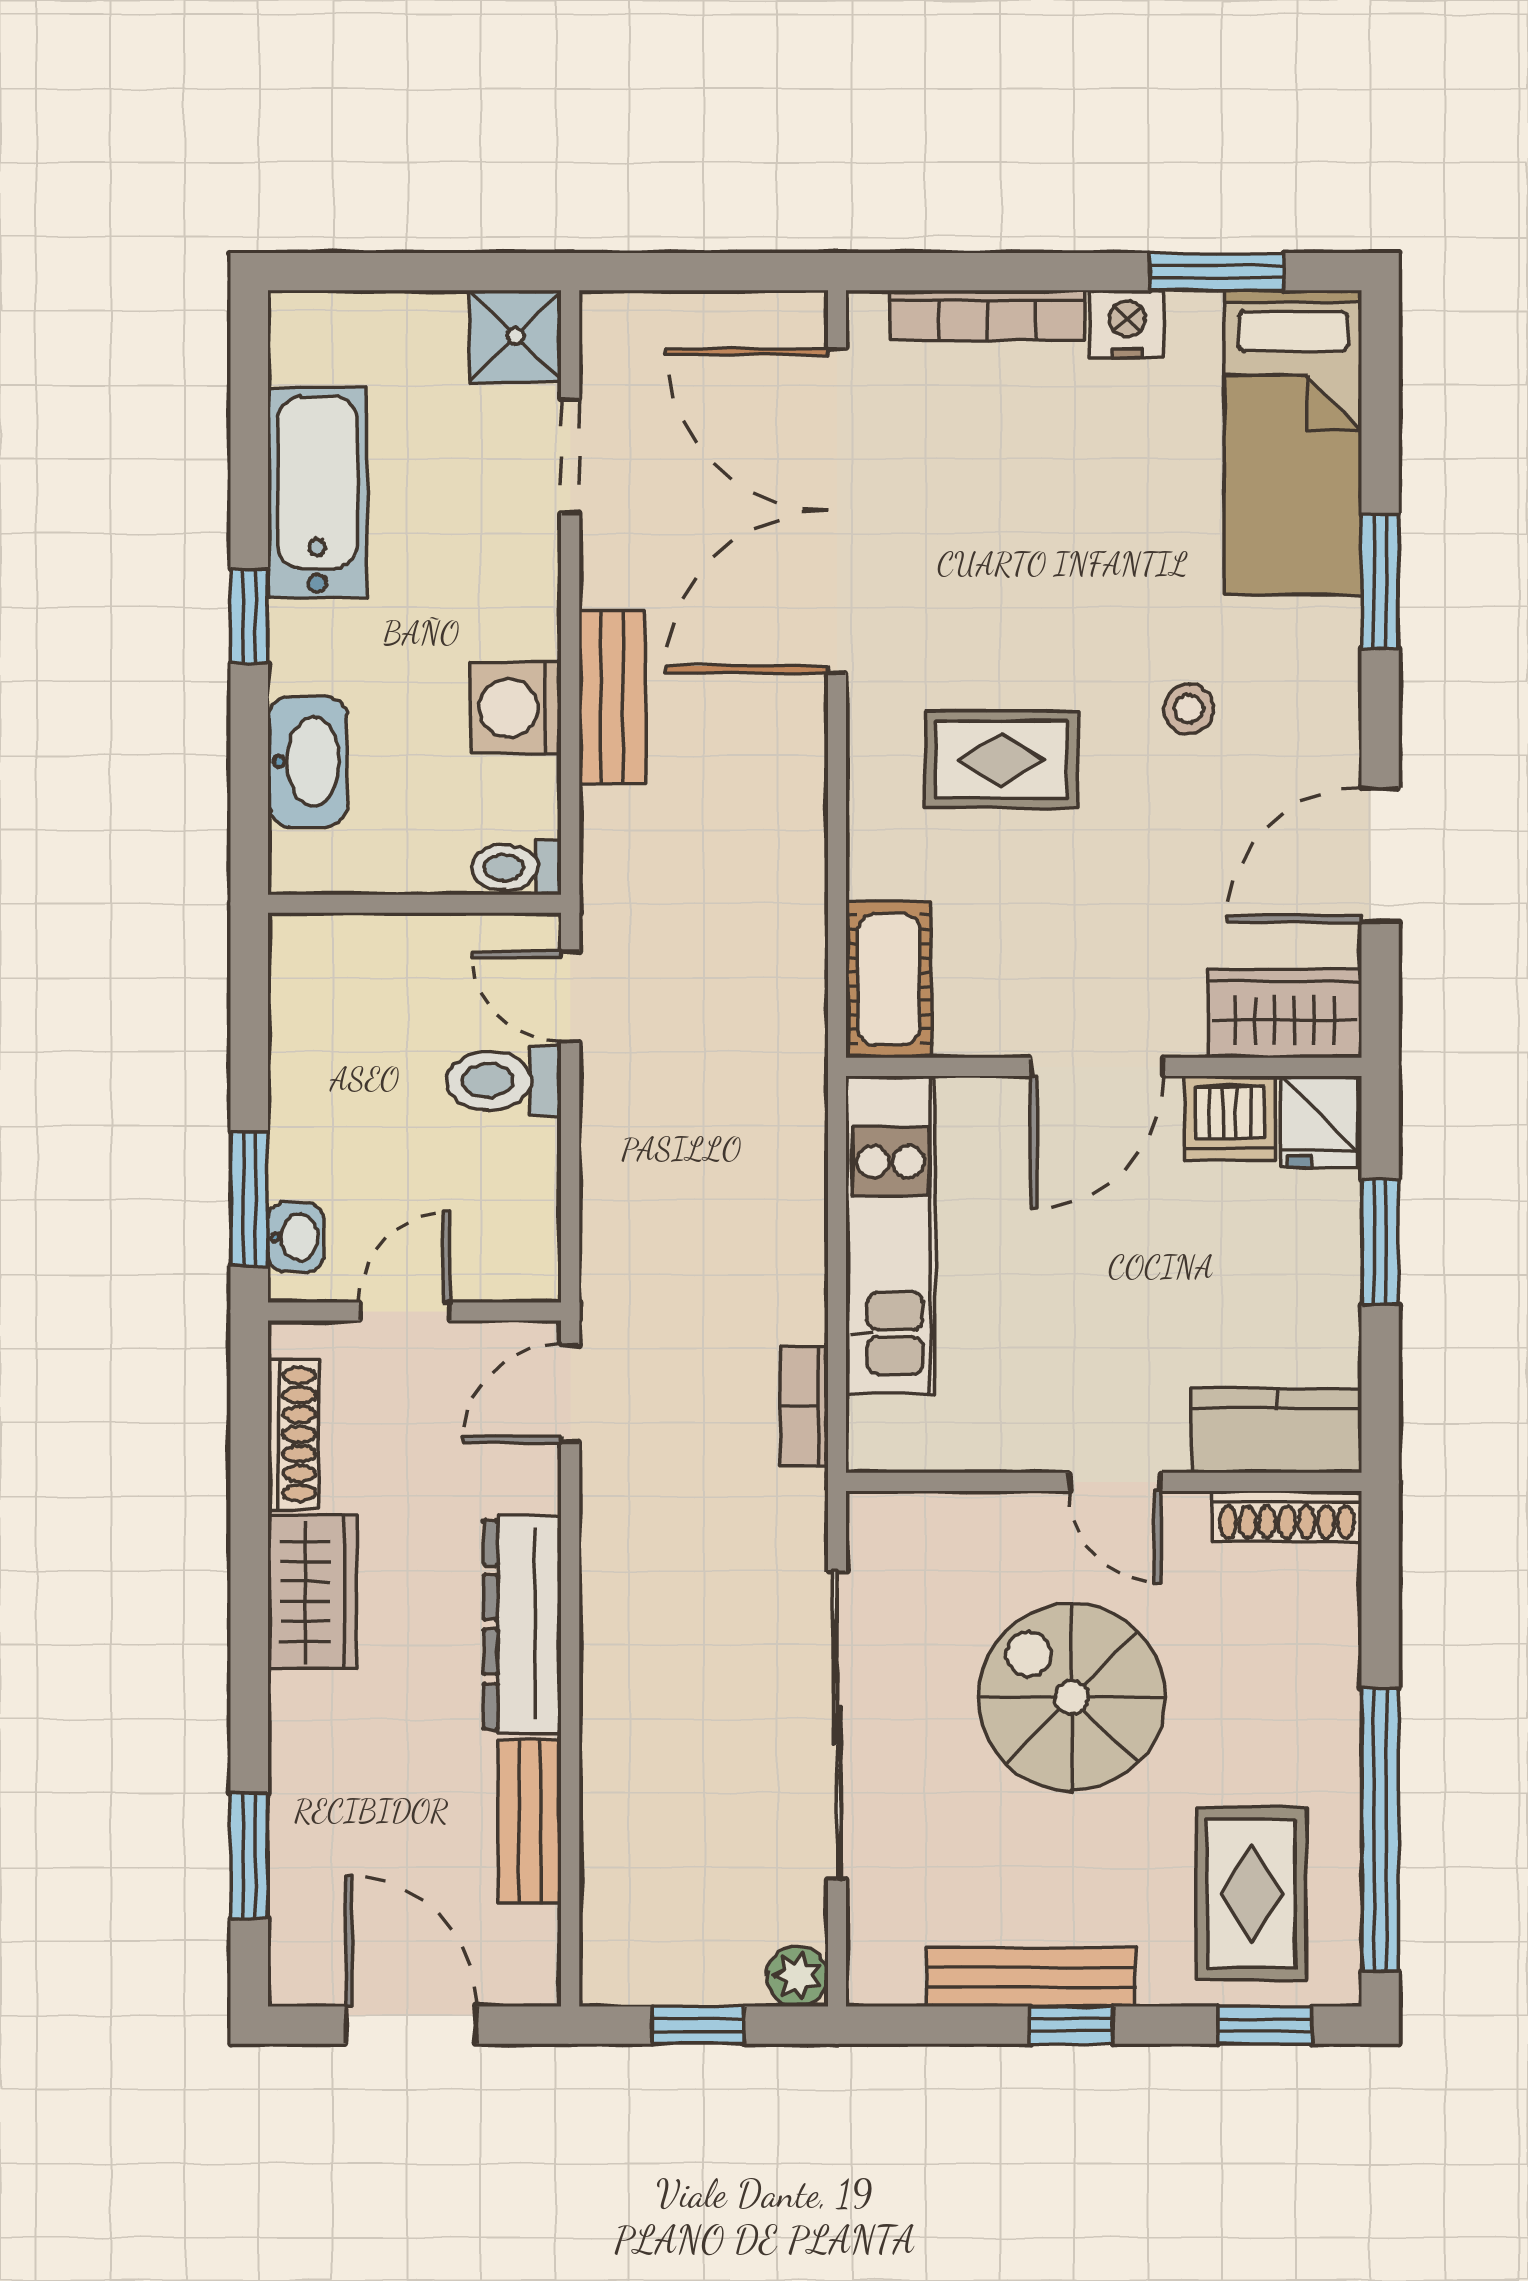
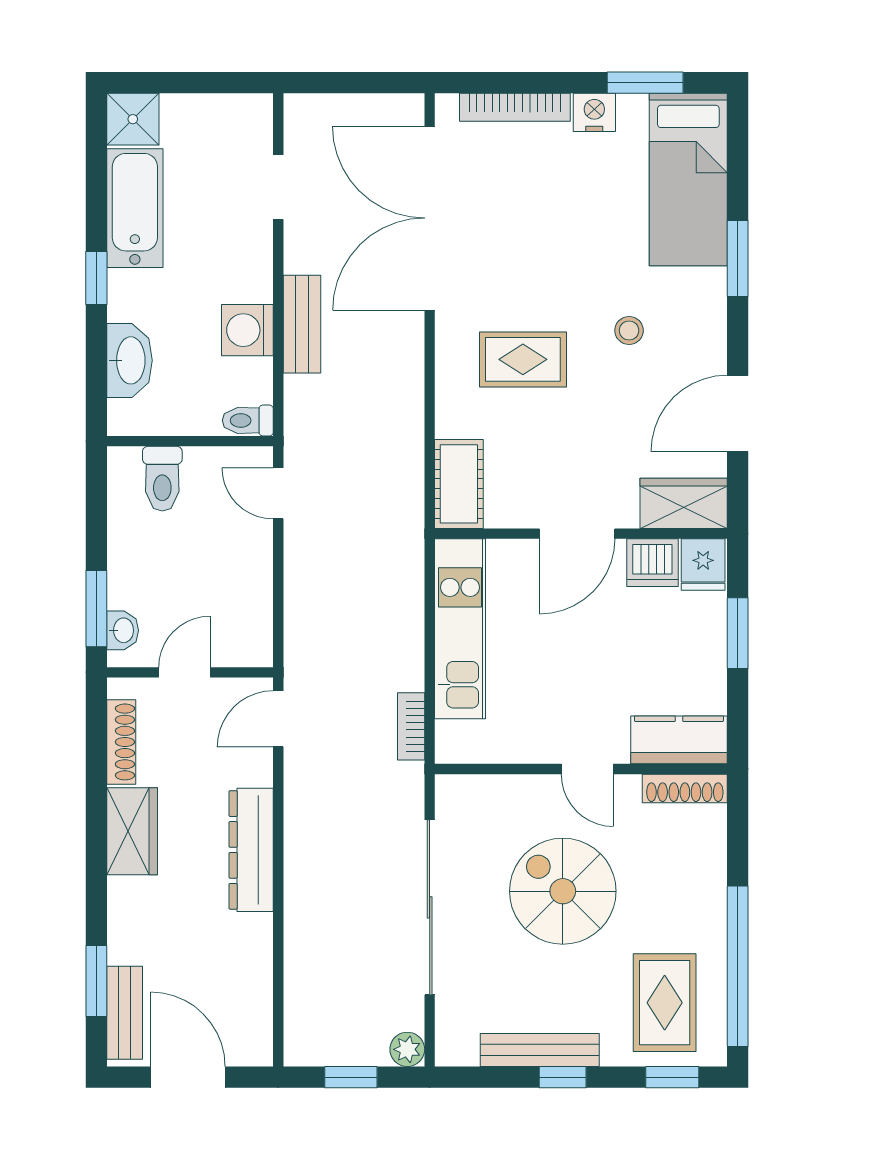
shower: (515, 336) -> (133, 119), moved
toilet: (504, 1081) -> (162, 479), moved, turned -90
bench: (530, 1822) -> (125, 1013), moved

